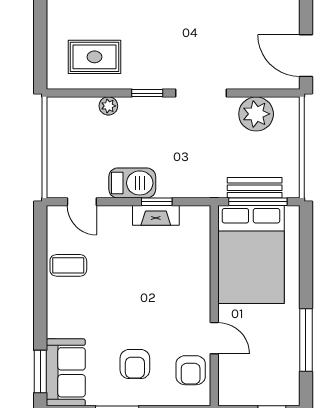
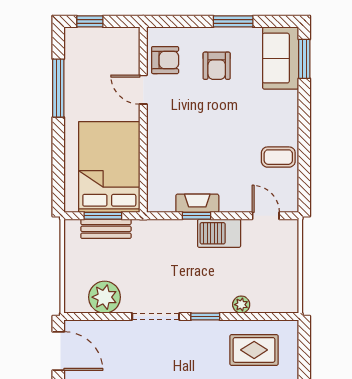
window: (258, 202) -> (103, 216), width x0.69
armchair: (135, 364) -> (217, 66), turned 180
armchair: (191, 370) -> (165, 60), turned 90

